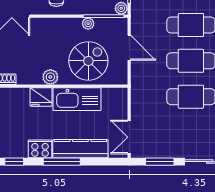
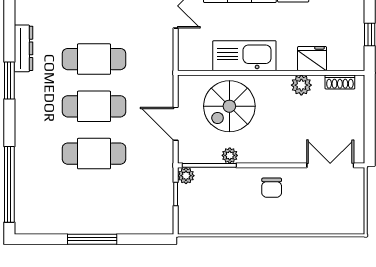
plant: (50, 77) -> (301, 85), moved
fridge: (41, 97) -> (312, 59), moved

